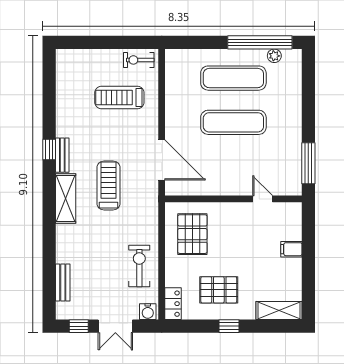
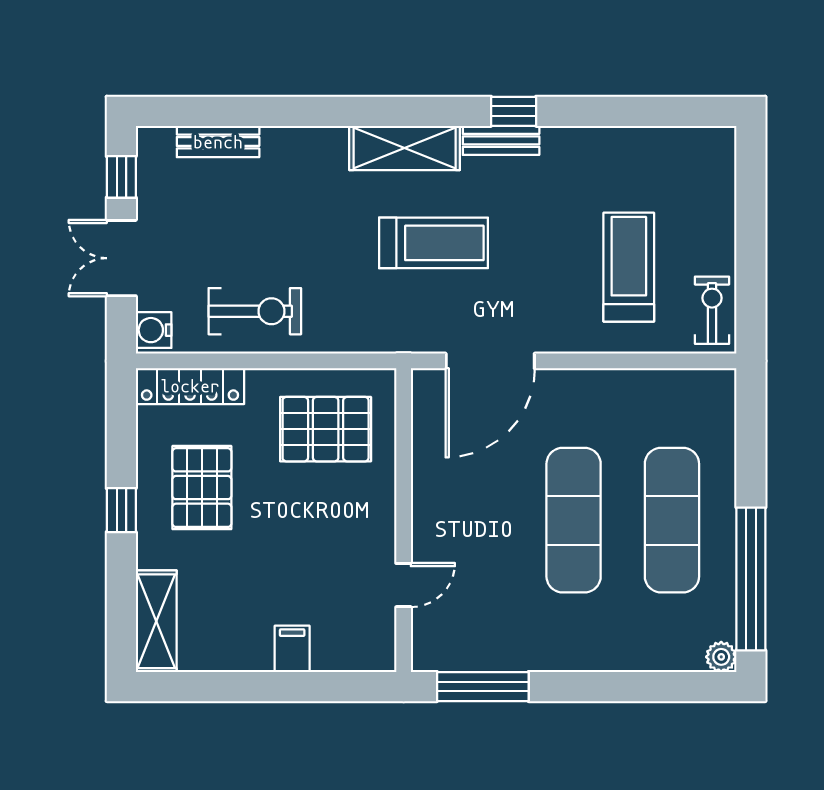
plant: (274, 56) -> (721, 657), moved
locker: (173, 304) -> (190, 386), width x1.53

